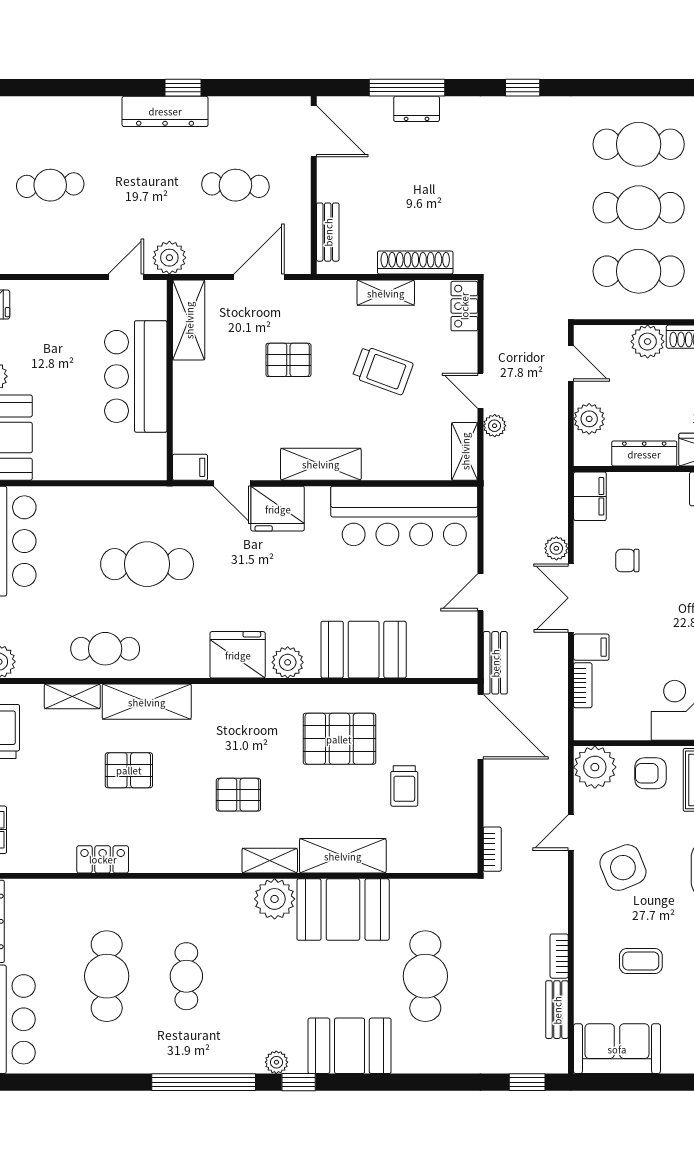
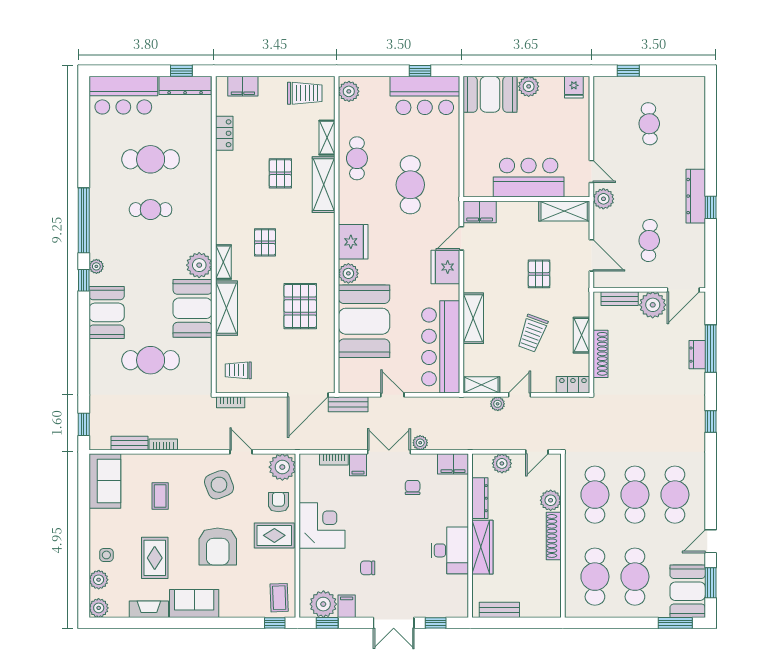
plant: (338, 180) -> (653, 305), added
shelving: (321, 464) -> (473, 318), moved
filing cabinet: (190, 467) -> (480, 212), width x2.00
booth: (364, 650) -> (364, 321), width x1.36, depth x1.42
trolley: (404, 786) -> (238, 370), moved
locker: (103, 859) -> (224, 133), moved

